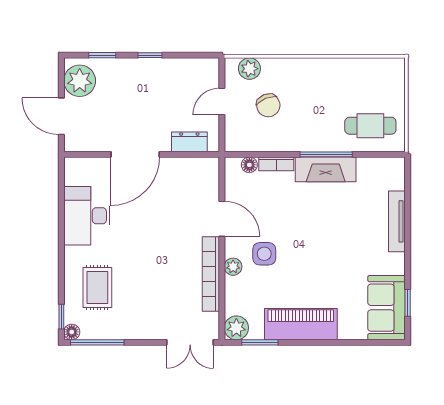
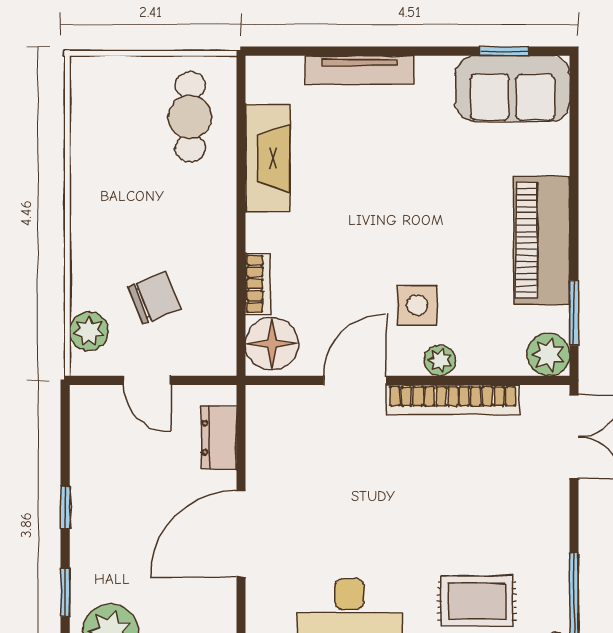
door: (135, 154) -> (241, 534), swing flipped
window: (326, 154) -> (241, 196), removed
floor lamp: (249, 165) -> (272, 344), width x1.89, depth x1.89
fireplace: (326, 169) -> (268, 158), moved

